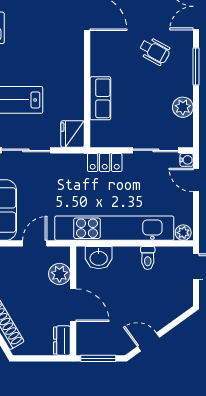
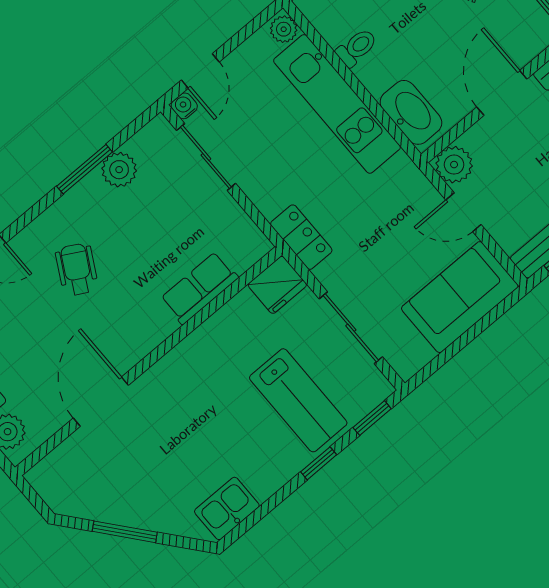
window: (196, 67) -> (85, 169), moved
locker: (105, 162) -> (301, 237), moved
kitchen unit: (114, 228) -> (337, 104), width x0.73
washbasin: (99, 258) -> (411, 112), width x1.38
plant: (59, 274) -> (454, 165), moved

